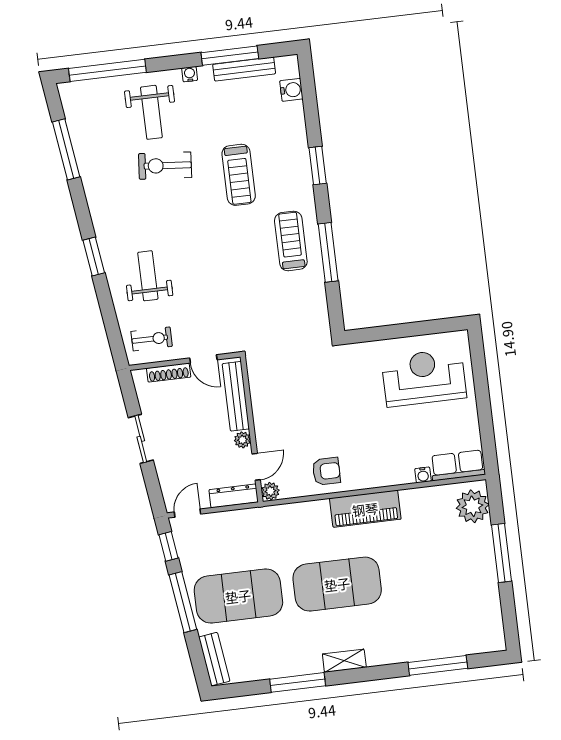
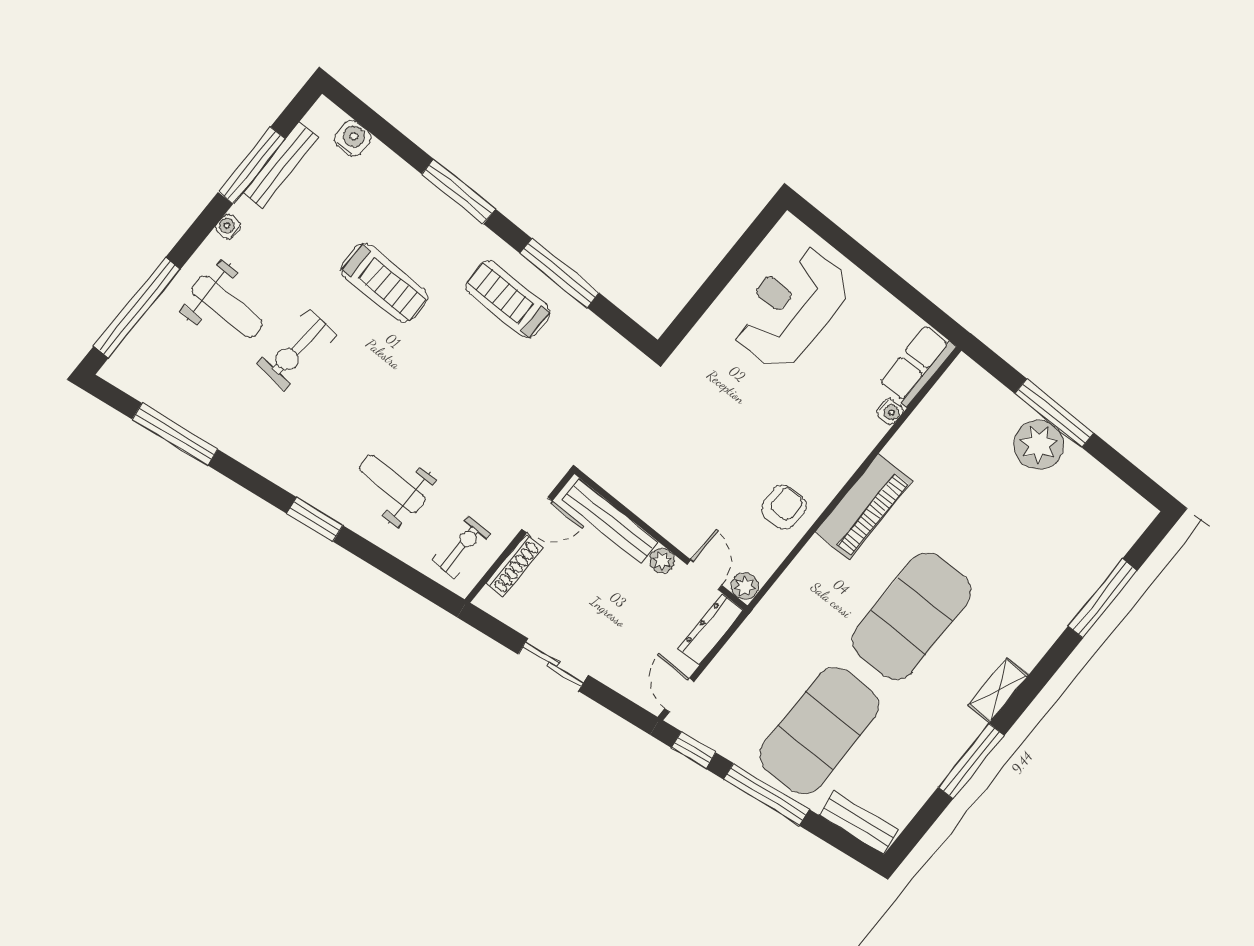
window: (318, 166) -> (459, 192), width x1.44
plant: (473, 506) -> (1039, 445), moved

